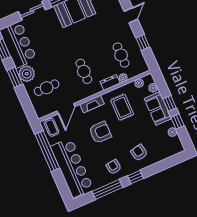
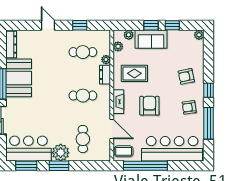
plant: (172, 132) -> (199, 35), moved

